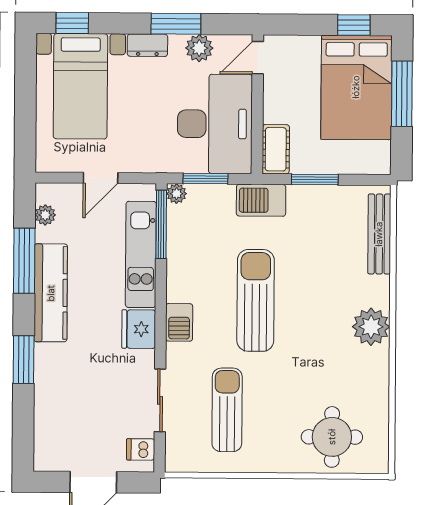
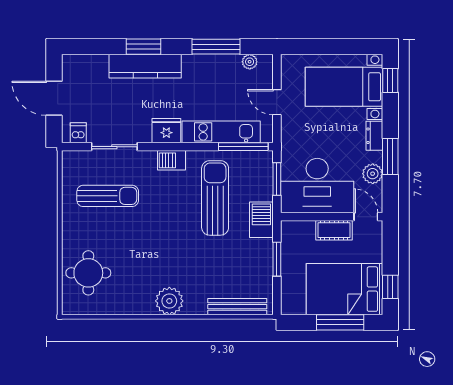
cot: (276, 149) -> (334, 230), moved
plant: (177, 194) -> (266, 158), removed
kitchen counter: (51, 293) -> (145, 66), moved
sun lounger: (256, 300) -> (215, 198), moved, turned -90

